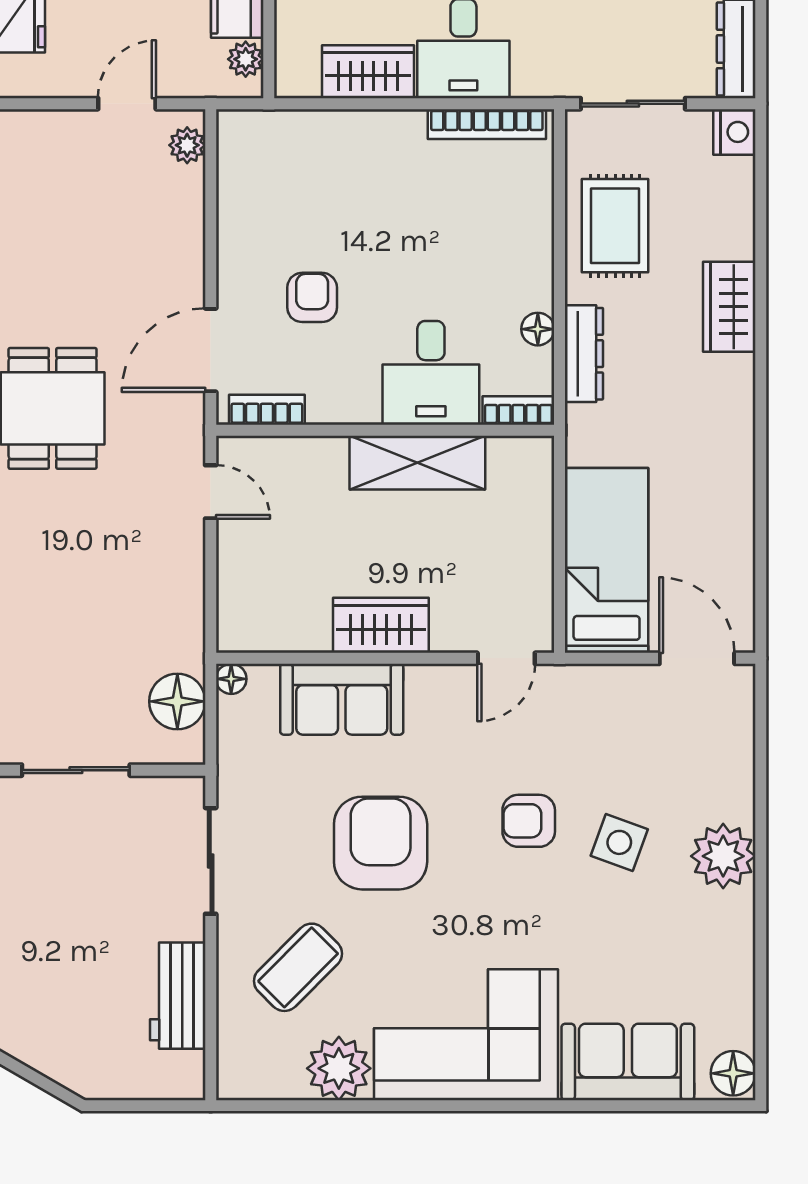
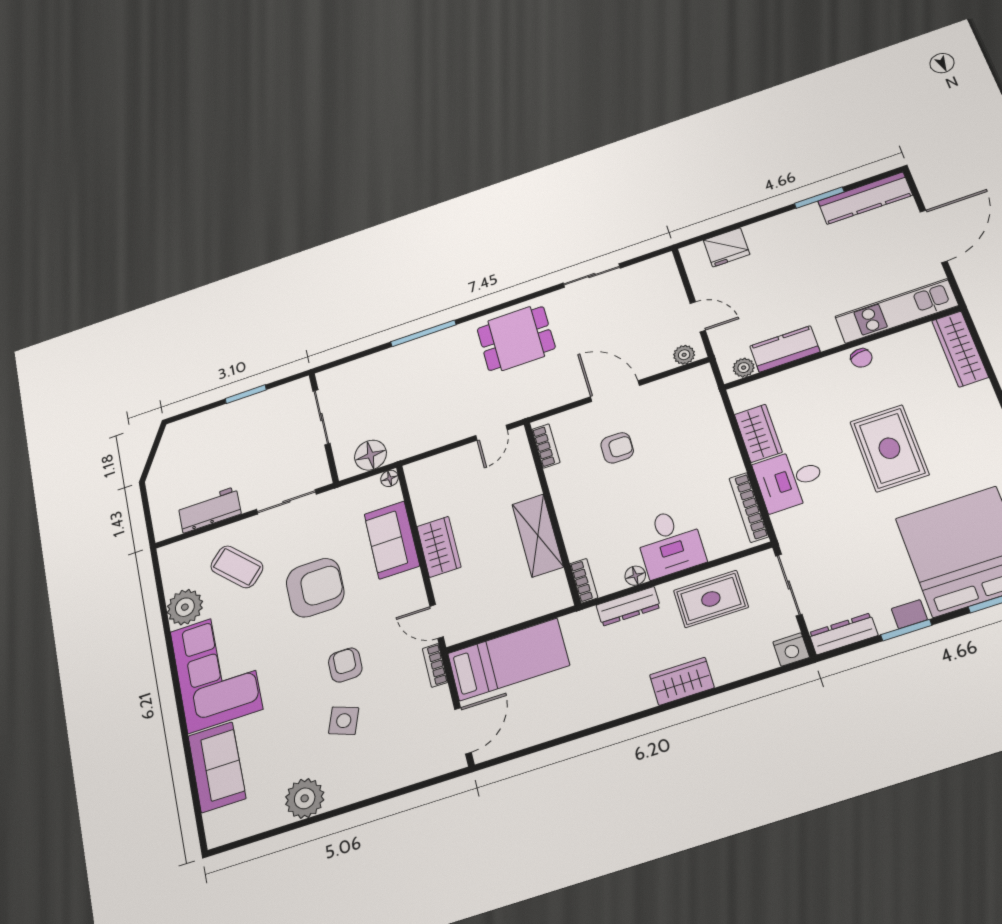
door: (211, 350) -> (615, 391), moved
desk: (431, 373) -> (670, 543), moved, turned -90
bookcase: (578, 677) -> (435, 665), added
plant: (723, 856) -> (305, 798), moved
floor lamp: (733, 1073) -> (221, 831), removed

